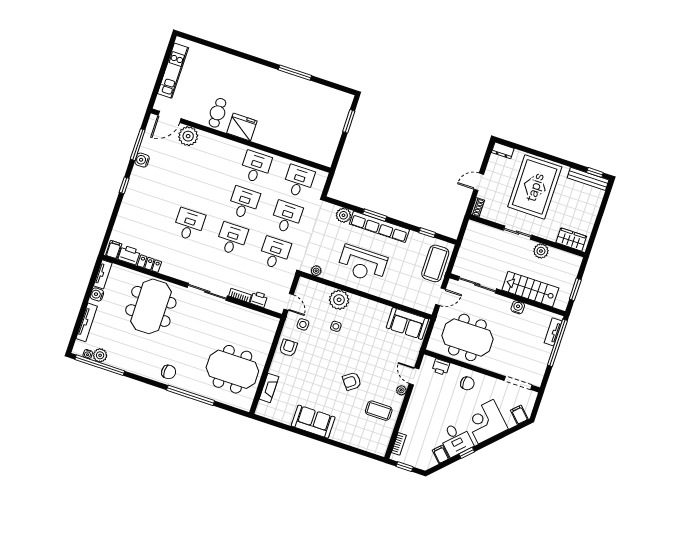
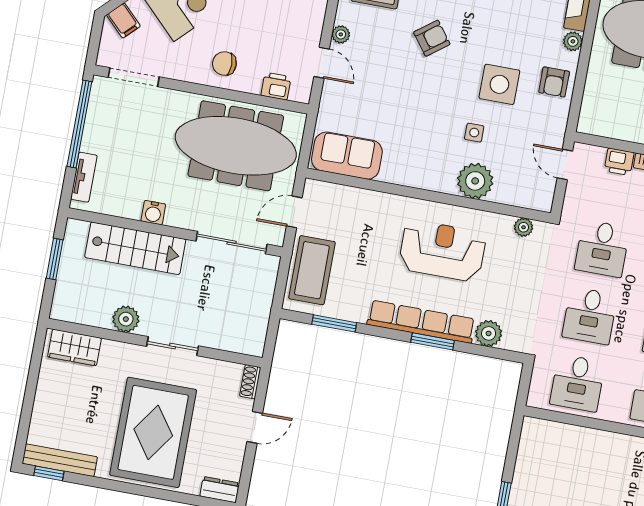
window: (427, 233) -> (334, 323), width x1.50
side table: (303, 324) -> (499, 84), moved, width x1.87, depth x1.87
meeting table: (467, 337) -> (236, 146), width x1.36
window: (558, 343) -> (79, 124), moved
plant: (275, 369) -> (573, 41), added

